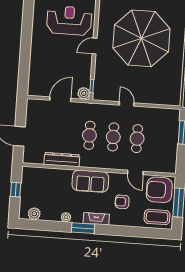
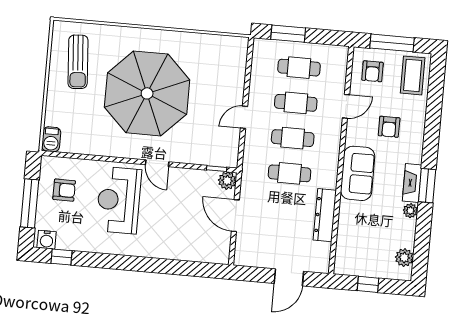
cafe table: (161, 140) -> (299, 68), added
armchair: (159, 190) -> (372, 71), width x0.53, depth x0.53
fireplace: (96, 219) -> (412, 183), moved

